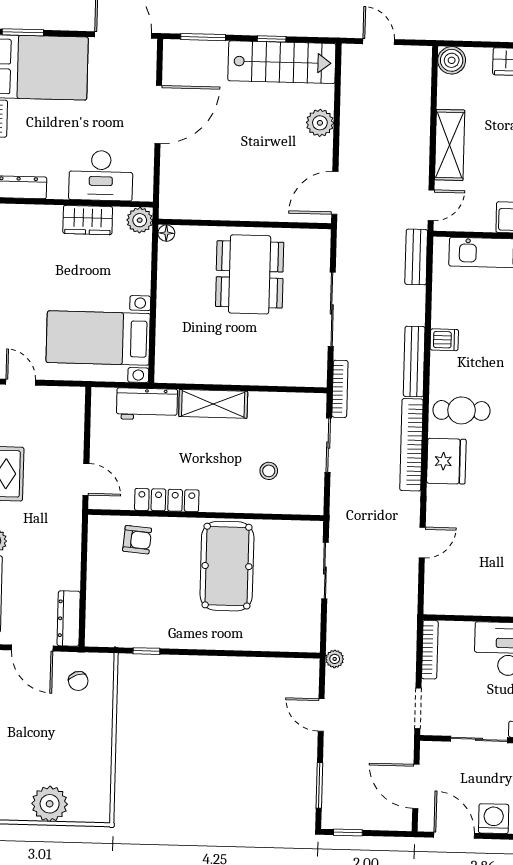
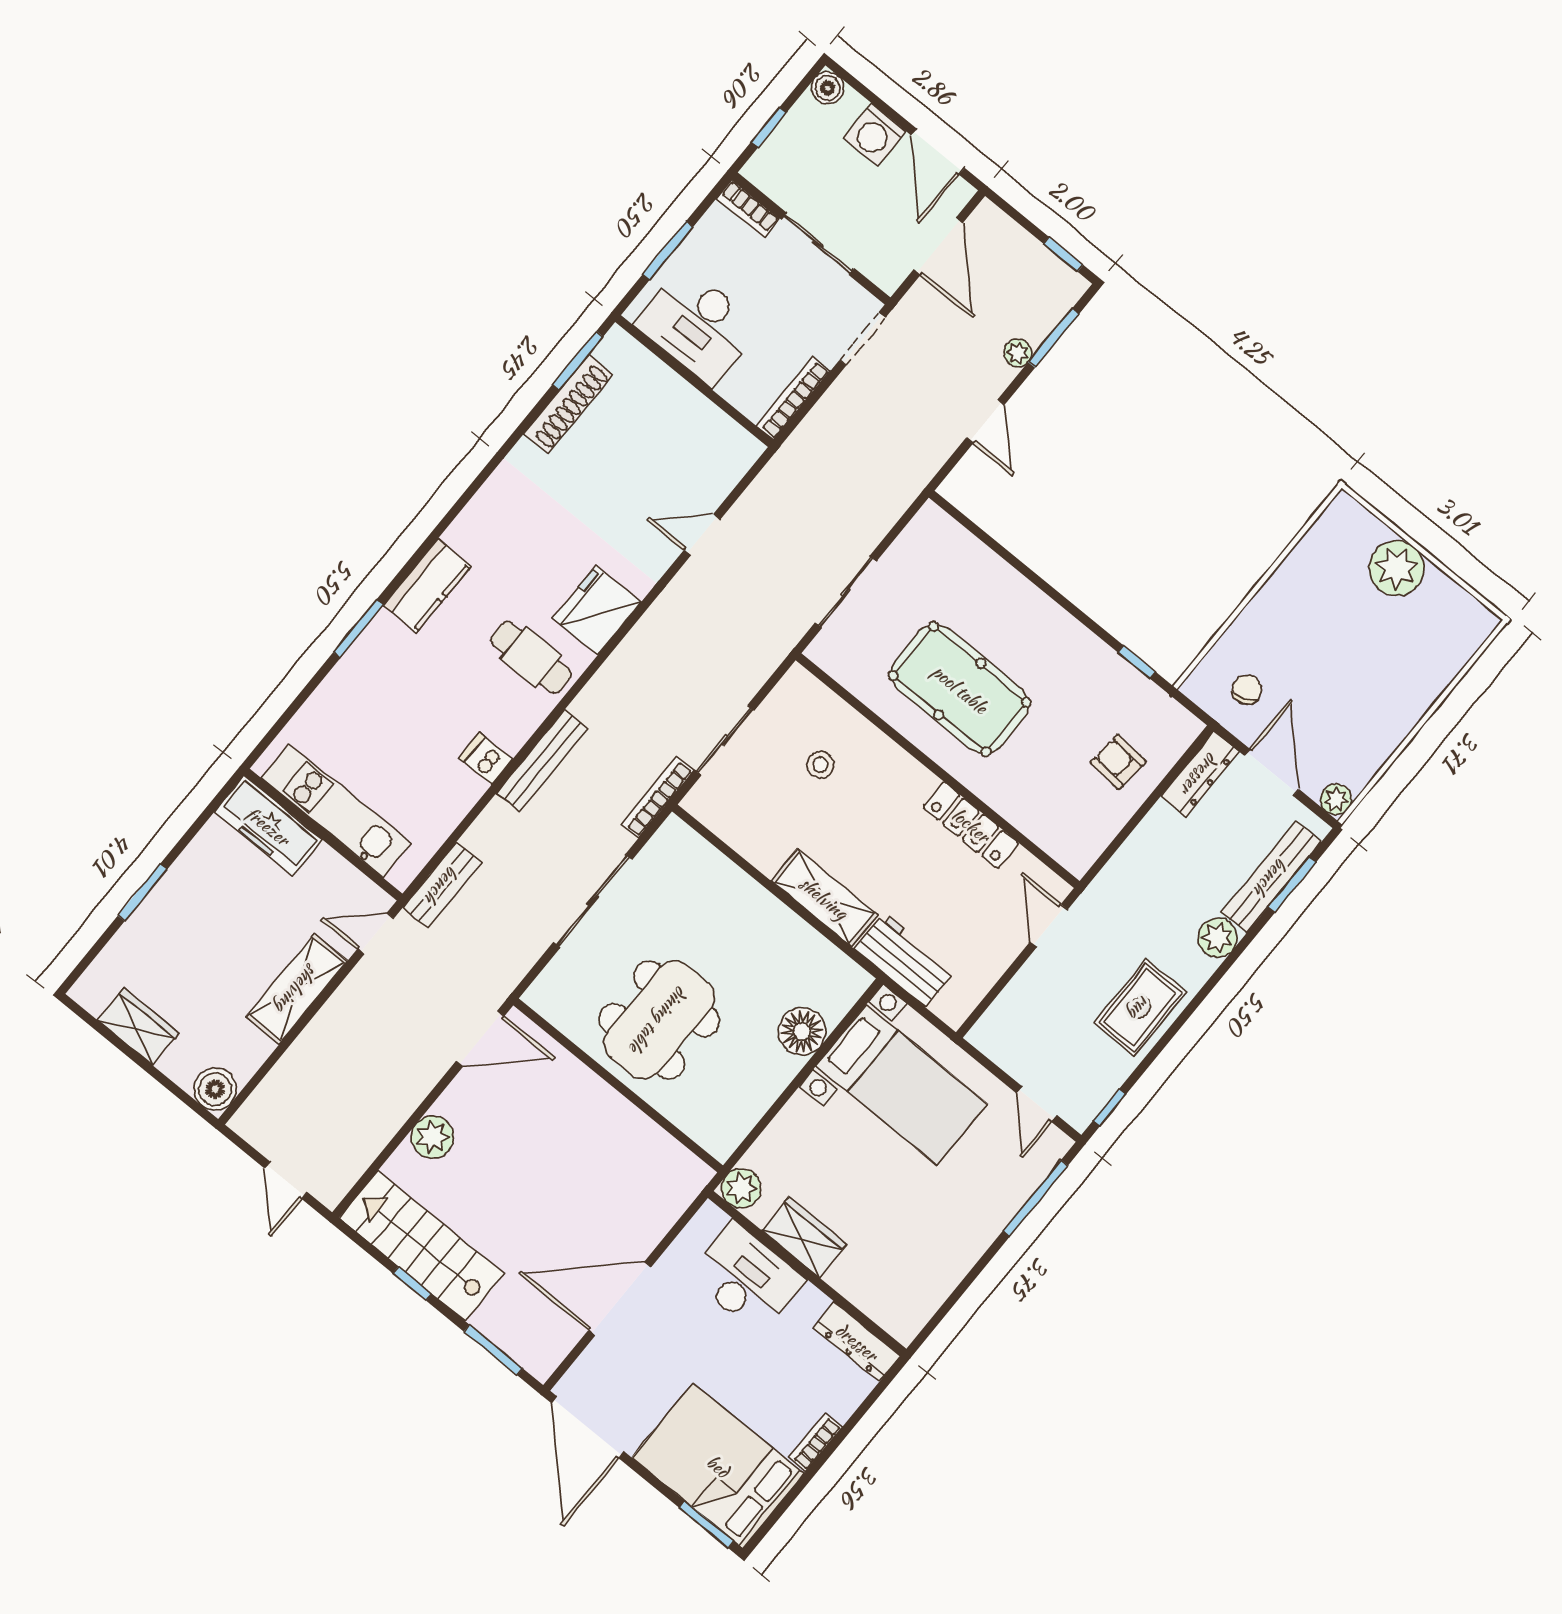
floor lamp: (166, 233) -> (802, 1031), moved, width x1.89, depth x1.89
bookcase: (411, 445) -> (624, 663), removed
armchair: (137, 540) -> (1118, 762), moved
pool table: (227, 566) -> (960, 689), turned 90
plant: (335, 659) -> (1018, 353), moved

